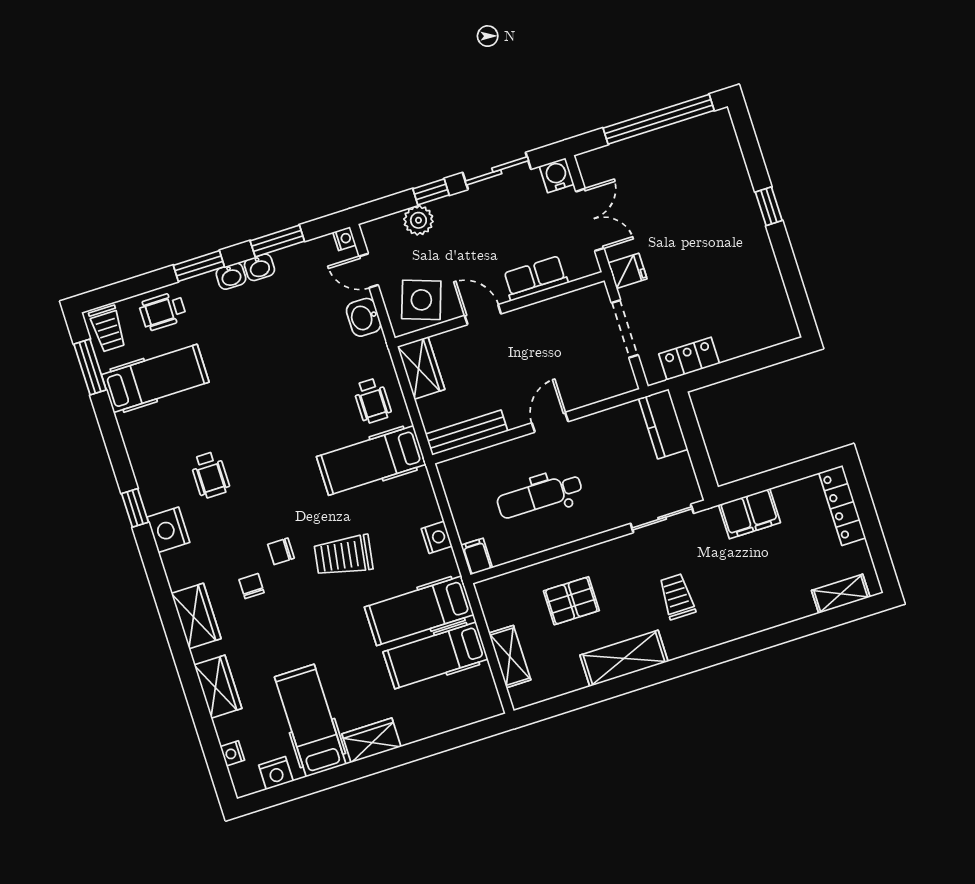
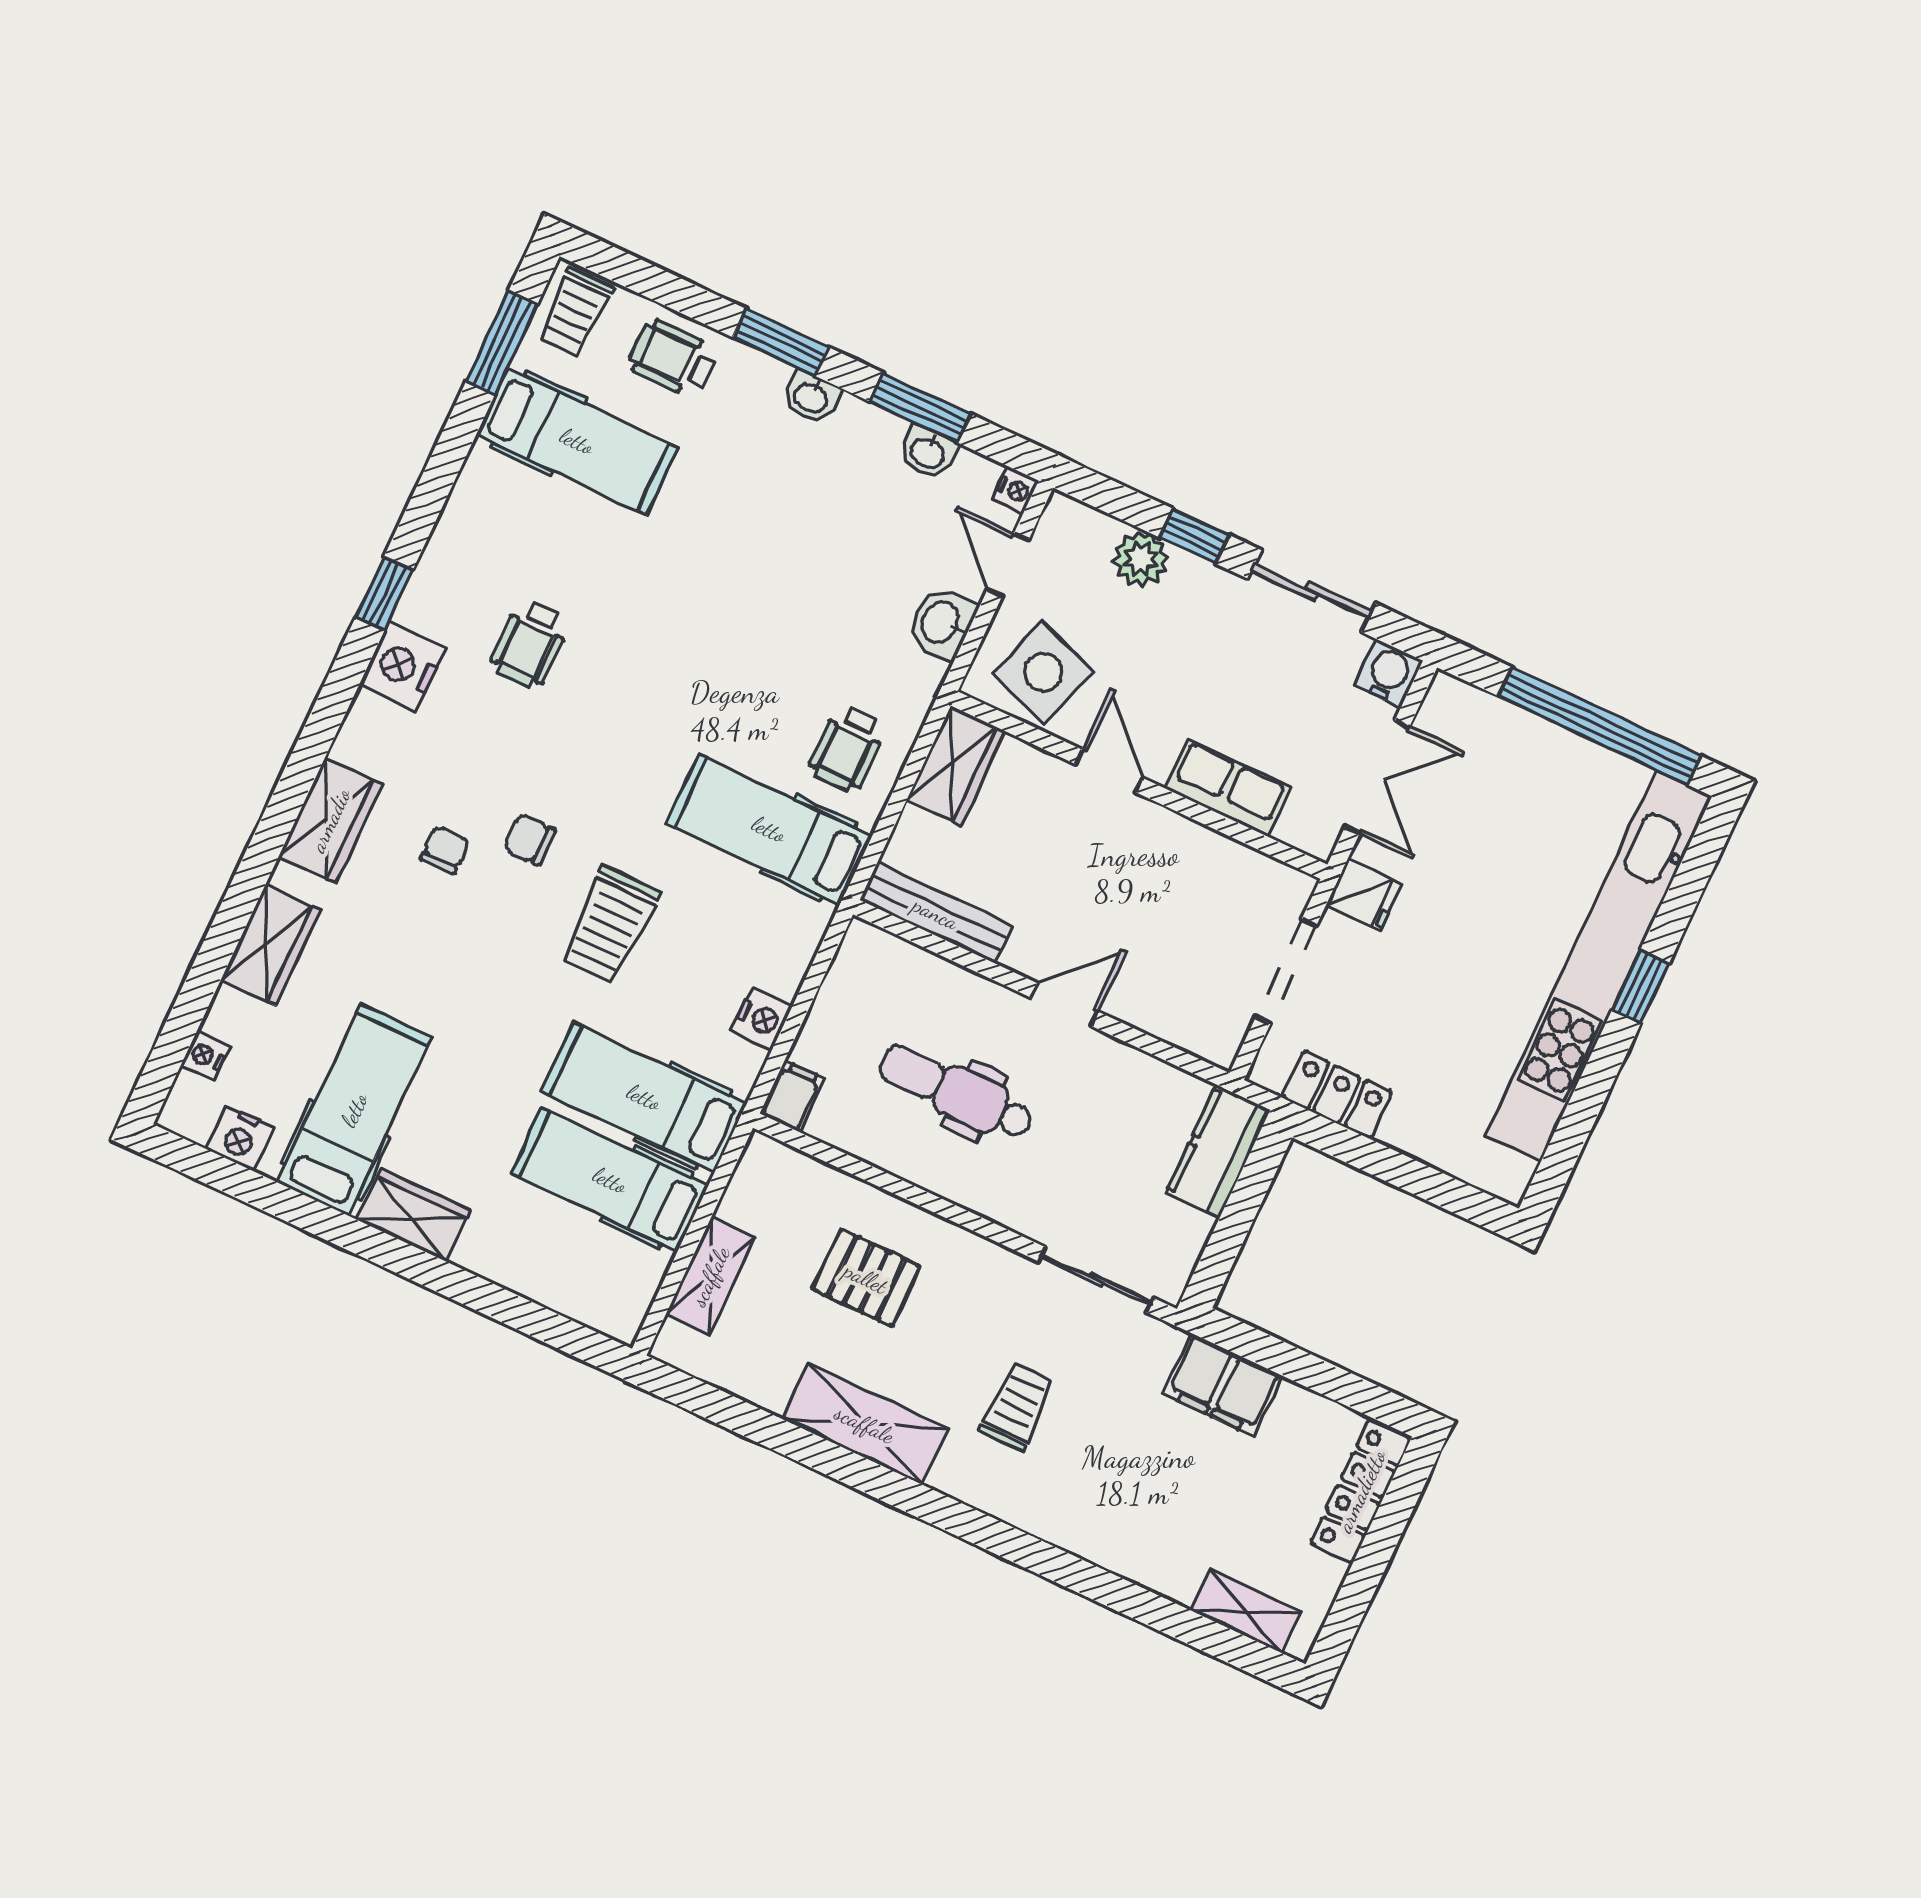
kitchen unit: (745, 213) -> (1599, 966), added
washbasin: (259, 267) -> (928, 452), moved
trolley: (343, 556) -> (610, 925), turned -99

